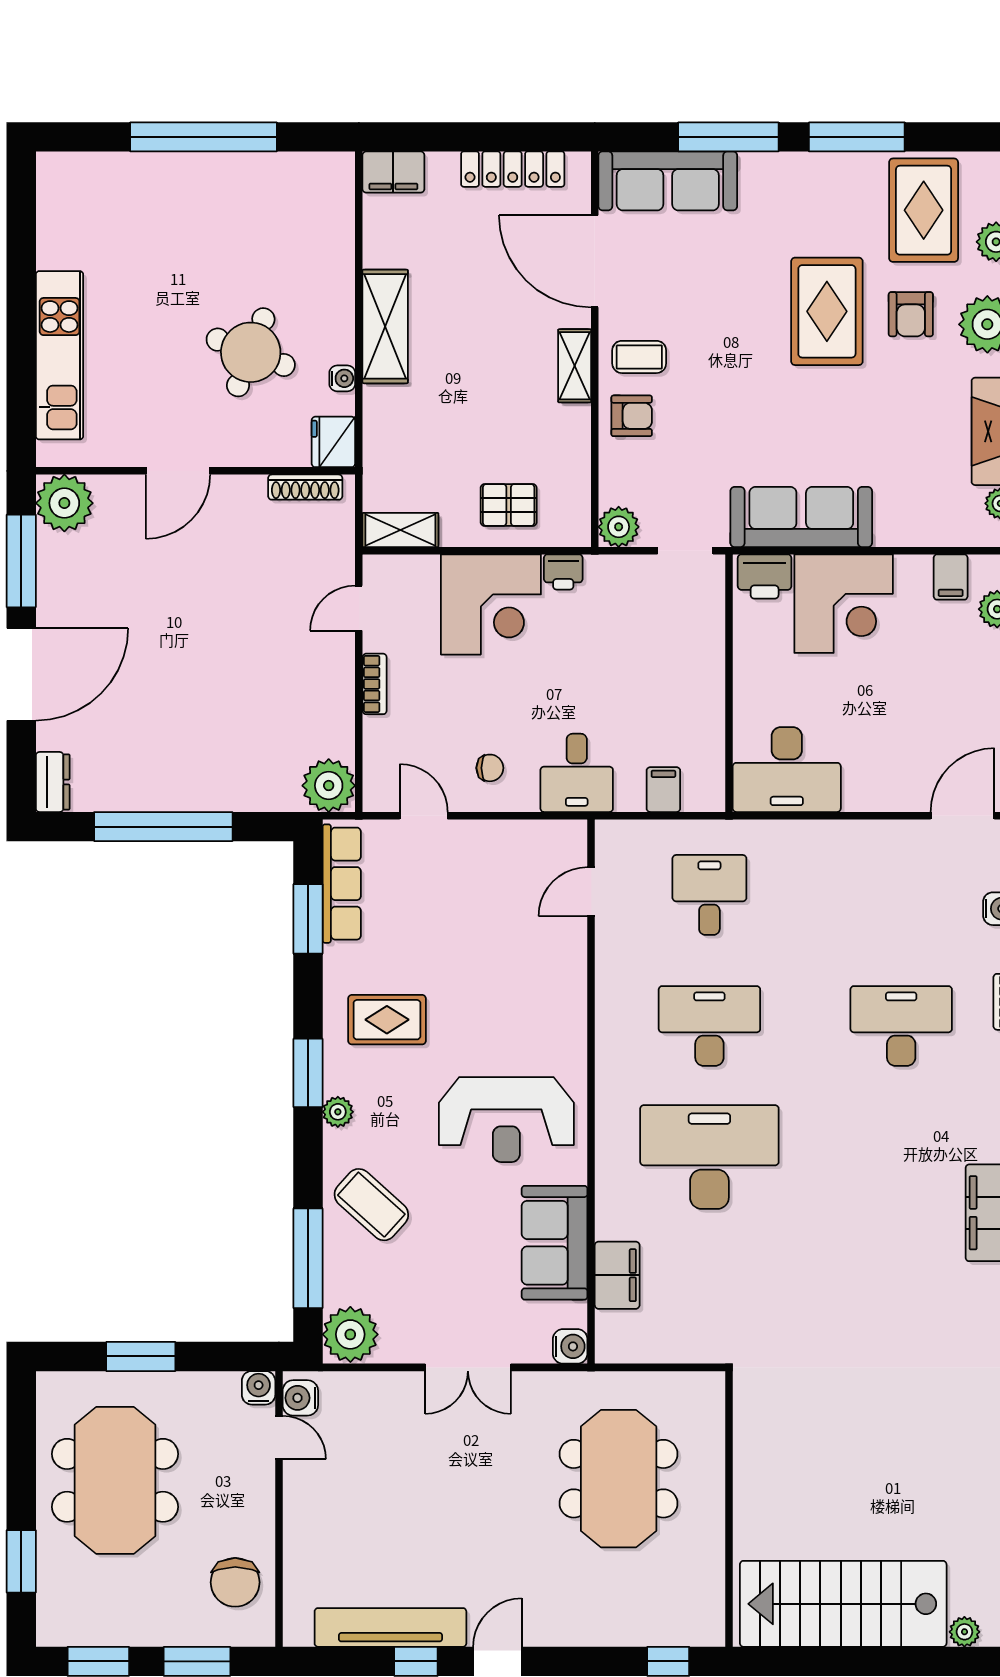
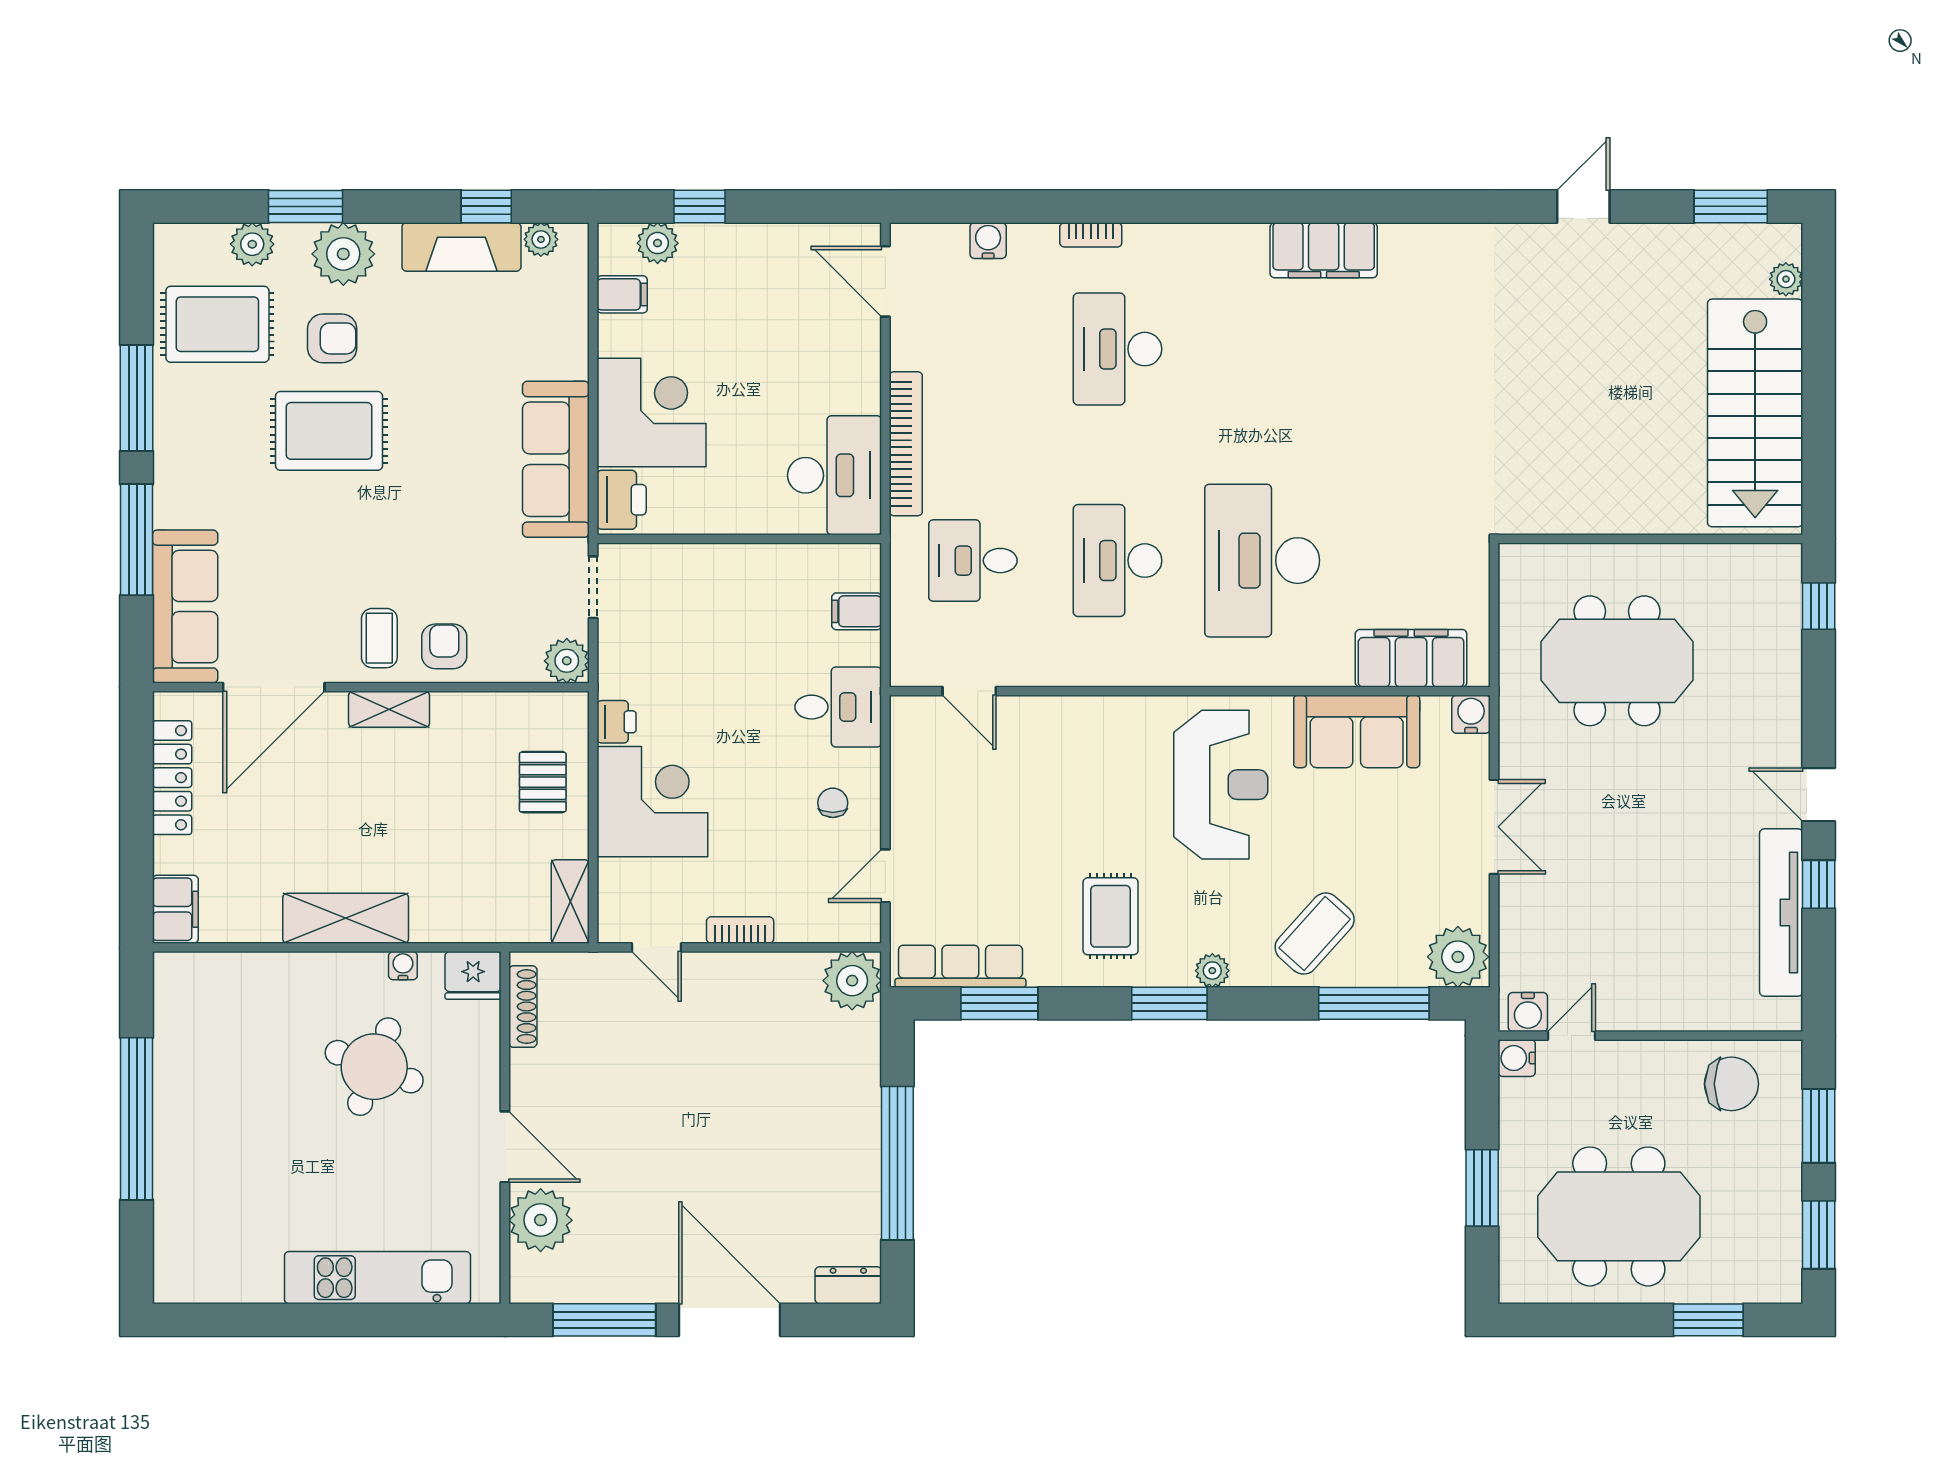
plant: (64, 503) -> (541, 1220), moved
bookcase: (815, 834) -> (906, 444), added
filing cabinet: (617, 1275) -> (1411, 658), width x1.50, depth x1.17

